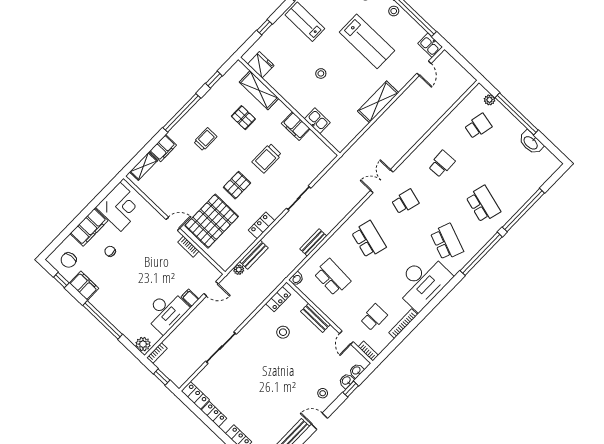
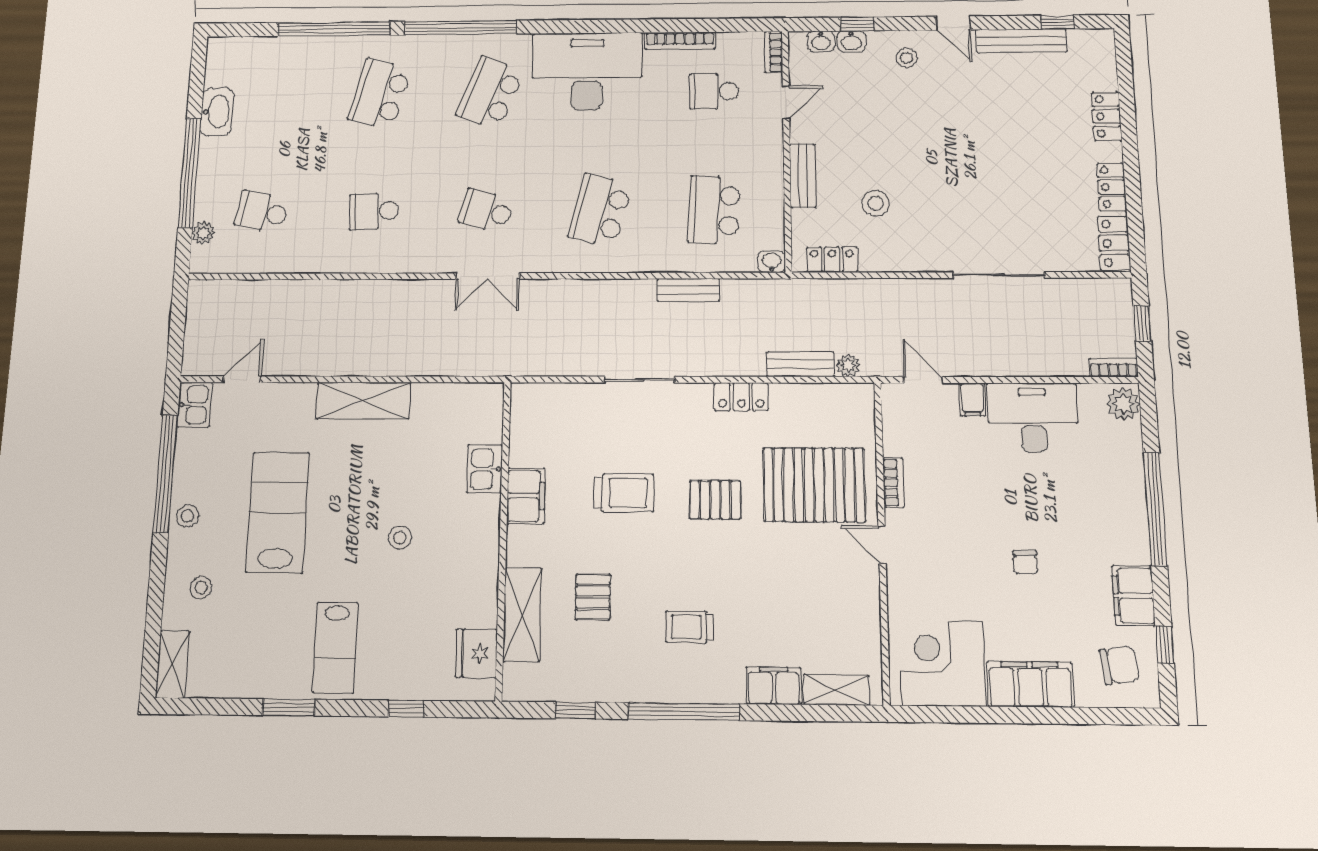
chair: (110, 251) -> (1025, 562), moved

